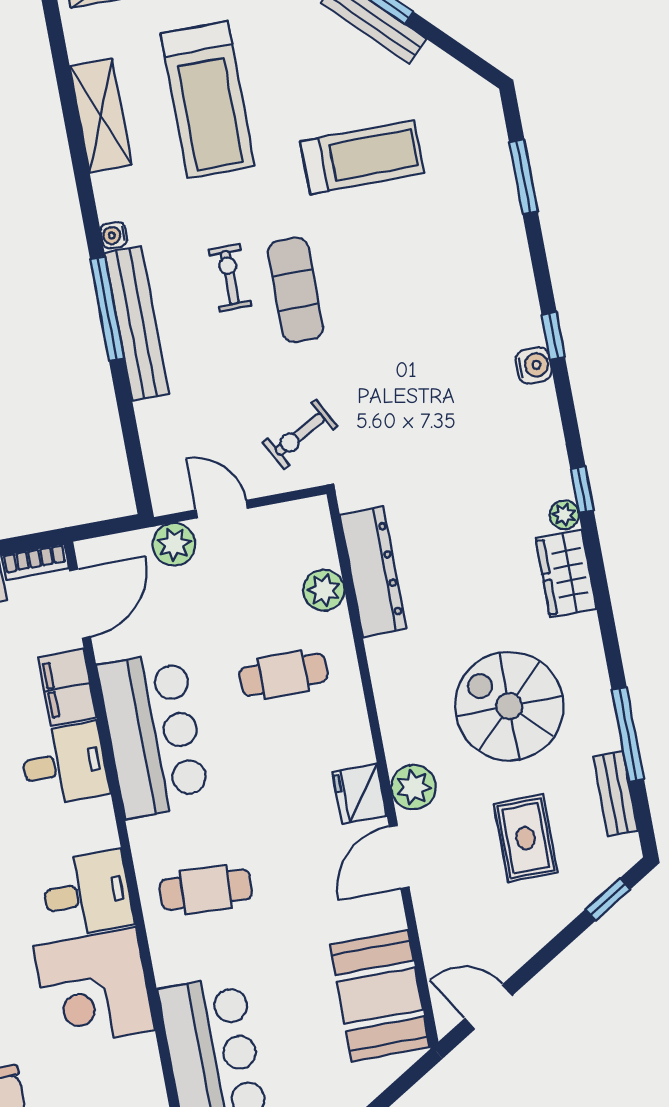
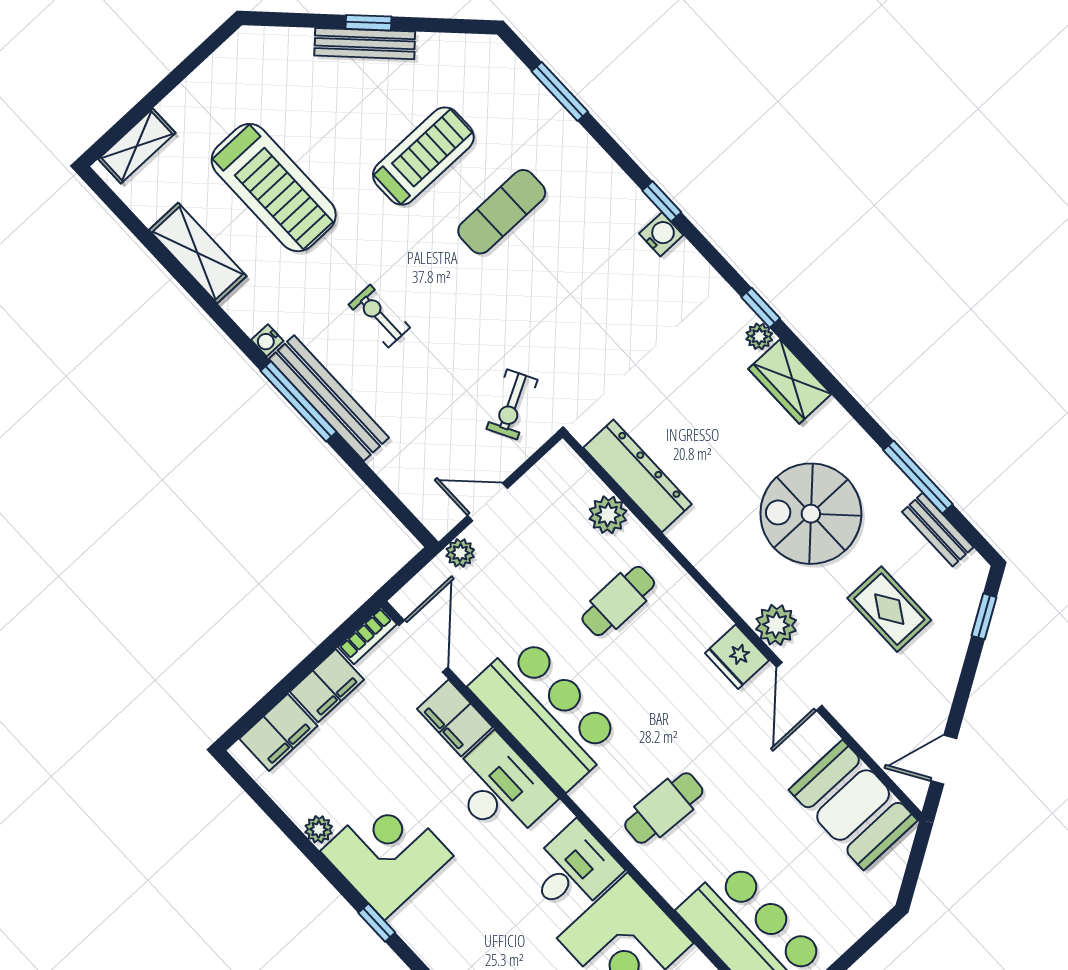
exercise mat: (296, 290) -> (502, 212), moved, turned 90
plant: (174, 544) -> (460, 553), width x0.73, depth x0.73
desk: (64, 764) -> (500, 789), width x1.37

